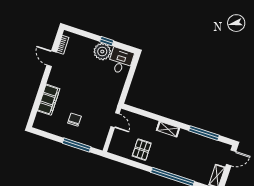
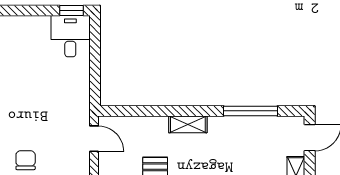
window: (107, 41) -> (71, 11), moved
plant: (102, 52) -> (34, 31), removed

